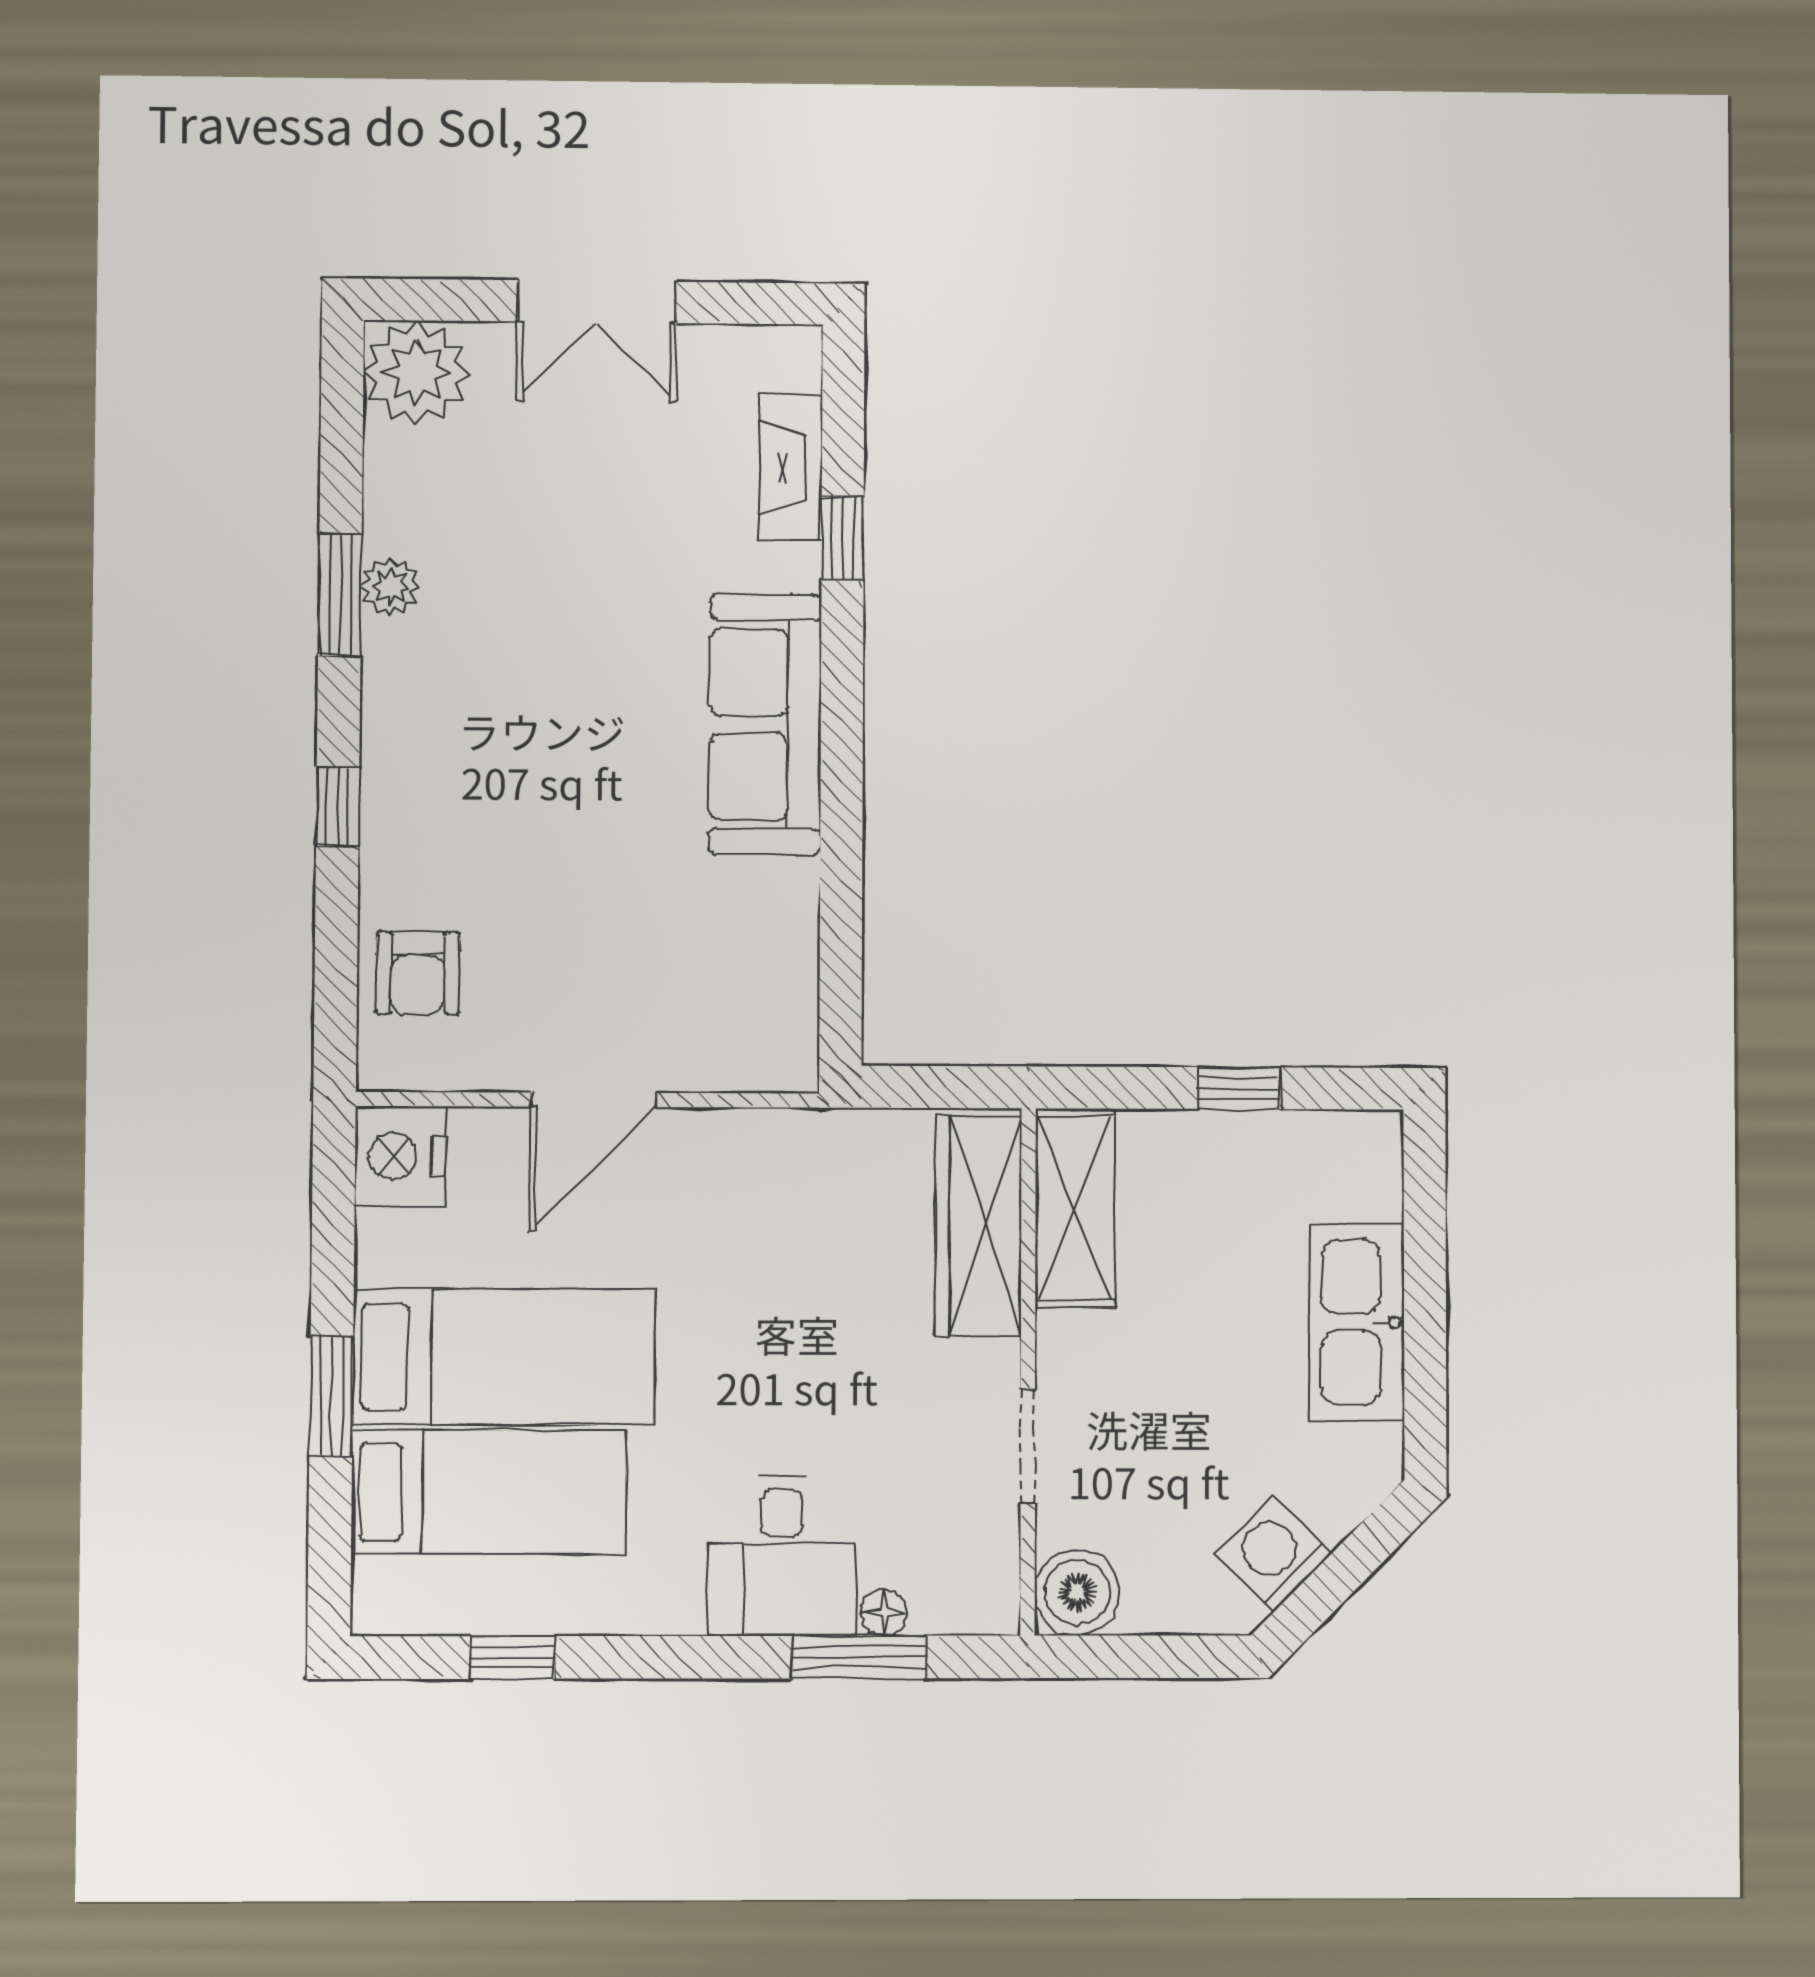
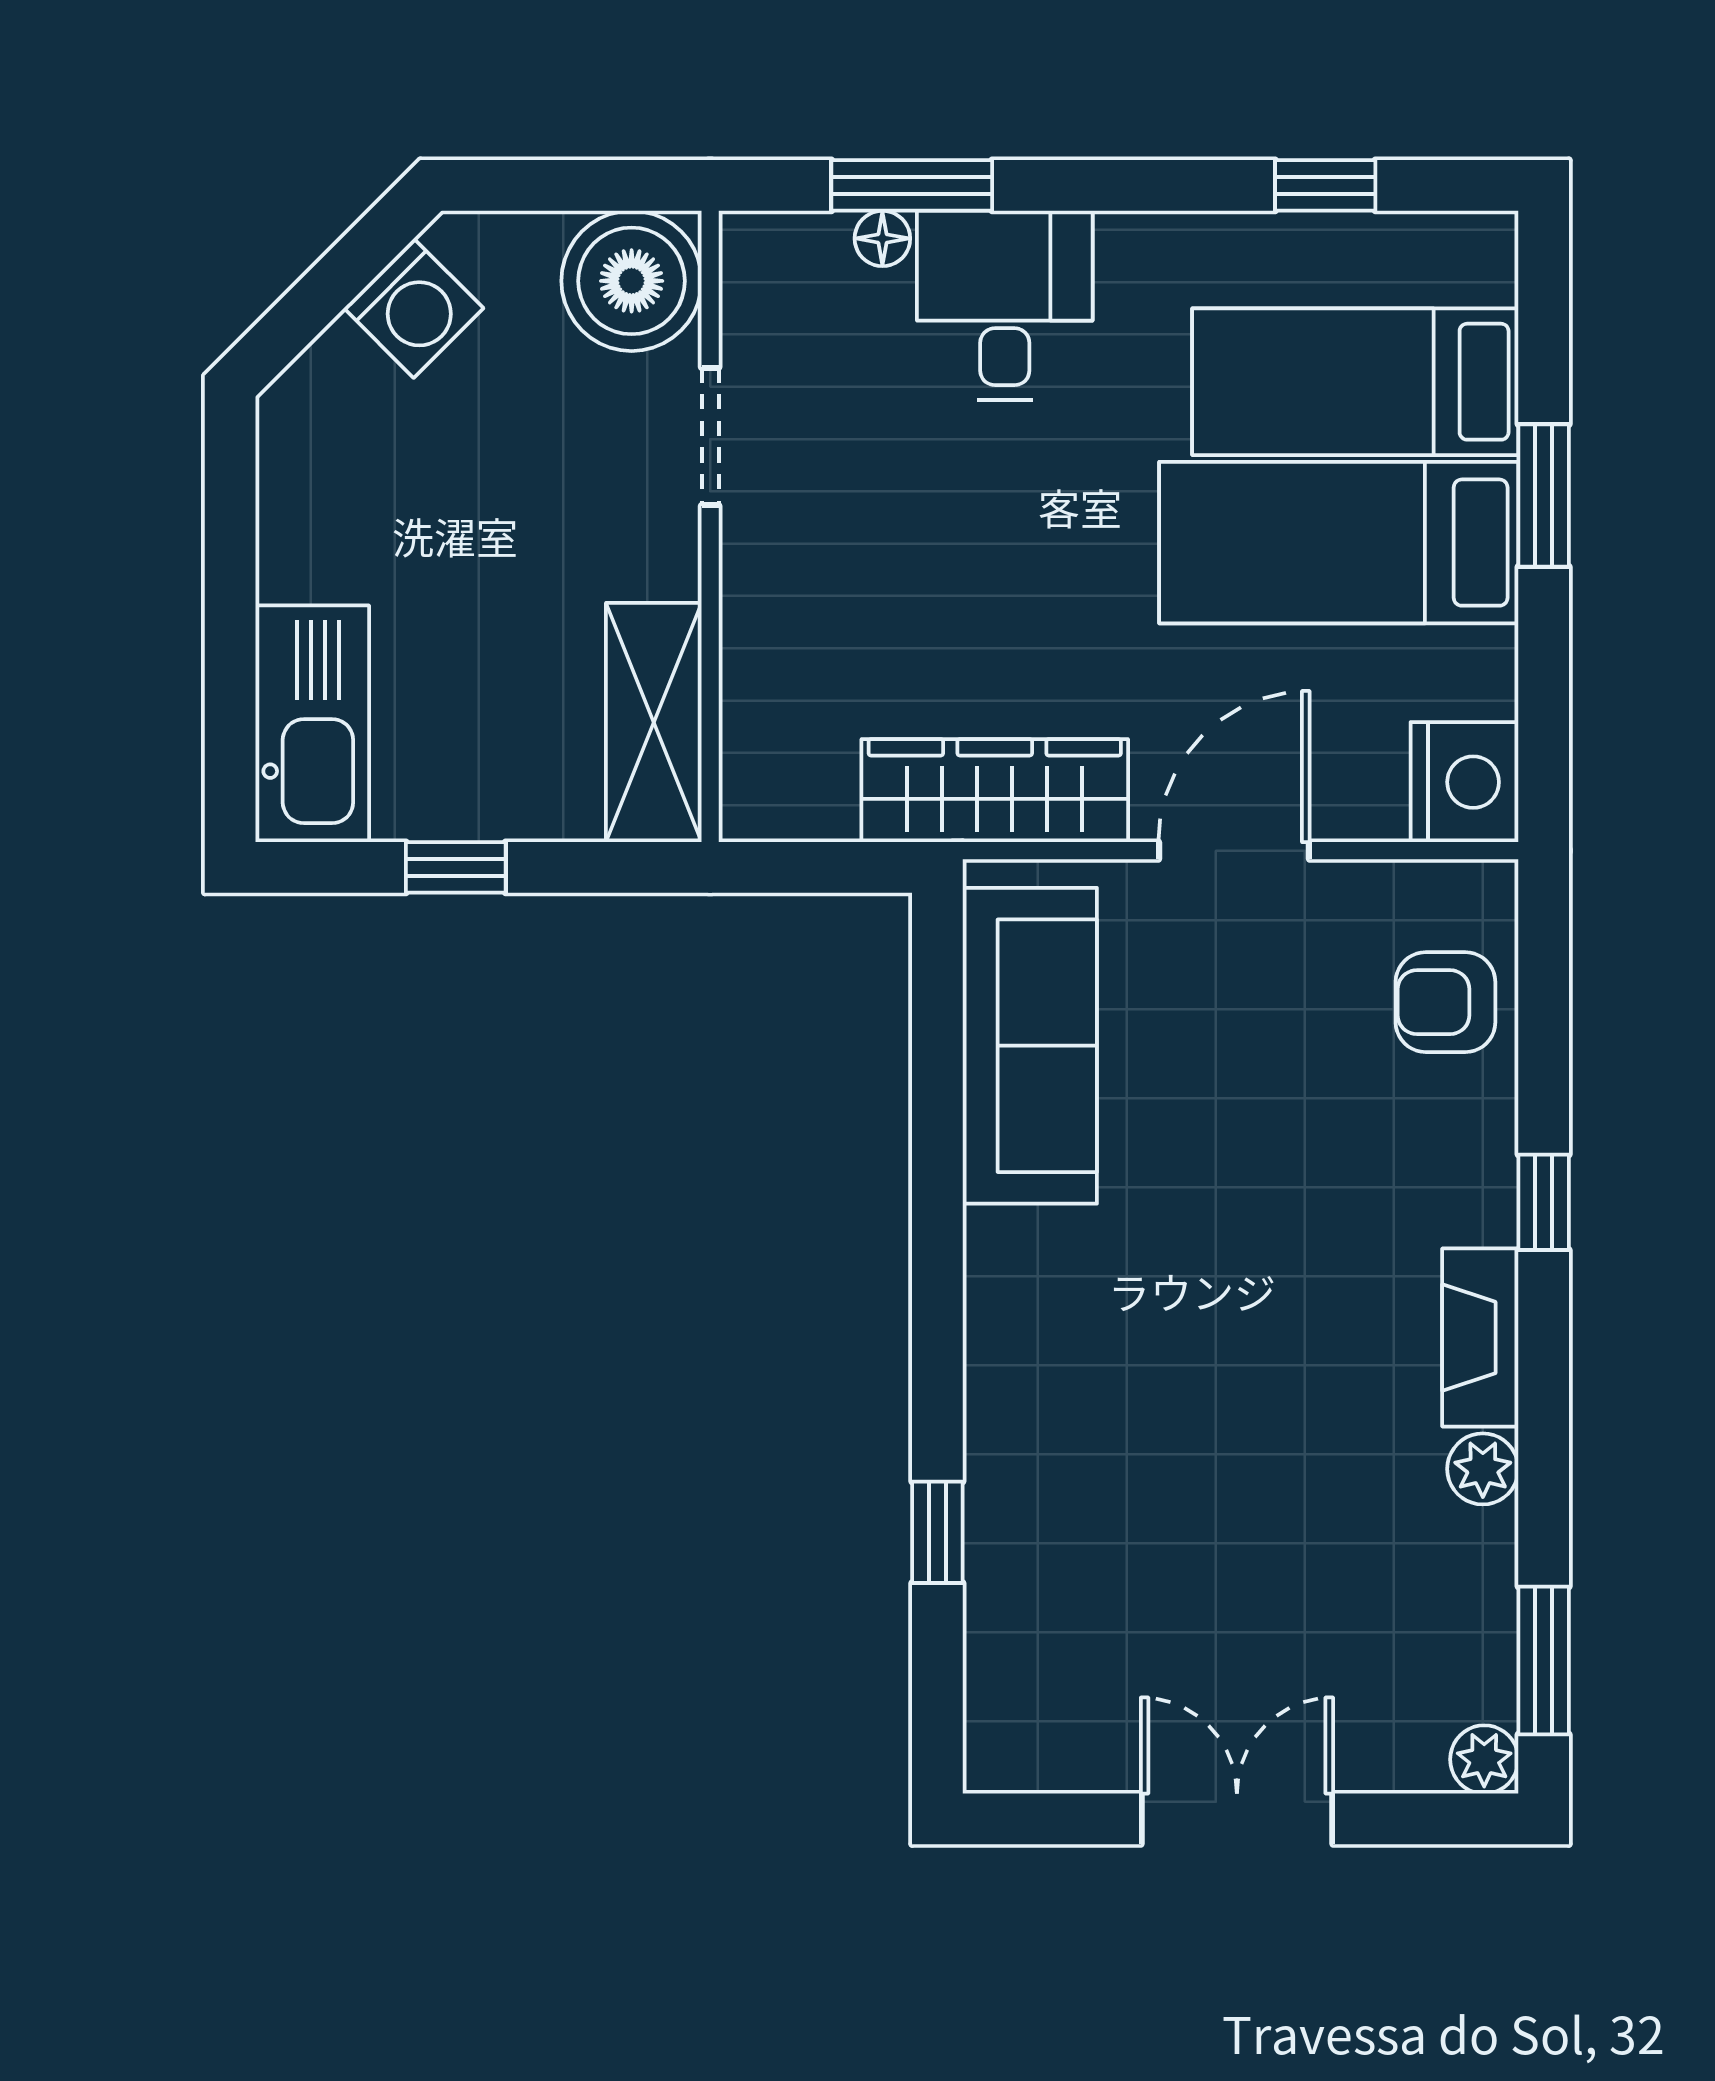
plant: (416, 373) -> (1484, 1759), width x0.53, depth x0.53
fireplace: (791, 468) -> (1480, 1338), moved, turned 180
window: (340, 595) -> (1544, 1661), moved
sofa: (765, 725) -> (1030, 1046), moved
armchair: (418, 973) -> (1445, 1002), turned -90
wardrobe: (979, 1225) -> (995, 791), moved, turned -90
kitchen sink: (1357, 1322) -> (312, 724), moved
boiler: (1077, 1592) -> (632, 281), width x1.37, depth x1.37

